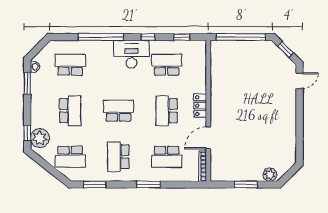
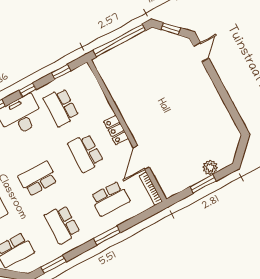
school desk: (167, 65) -> (61, 107), turned -90
plant: (270, 175) -> (210, 167), moved

